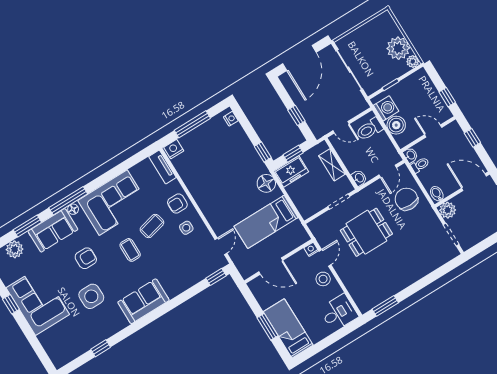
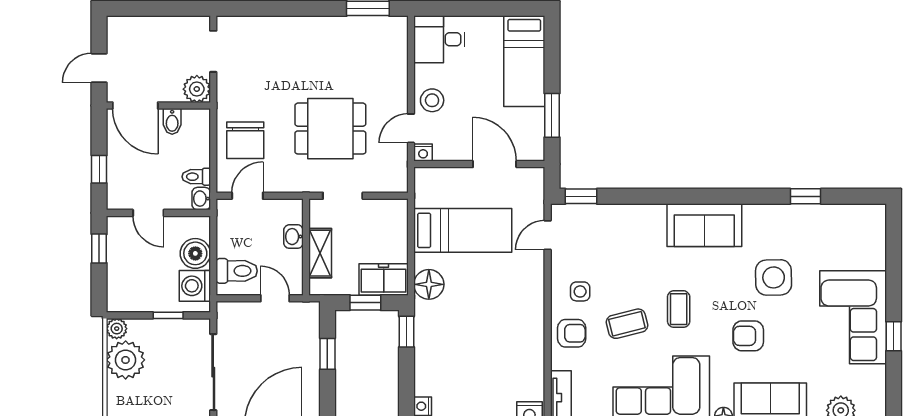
washbasin: (359, 178) -> (293, 237), moved
bidet: (437, 194) -> (172, 121), moved
window: (267, 327) -> (552, 115), moved

